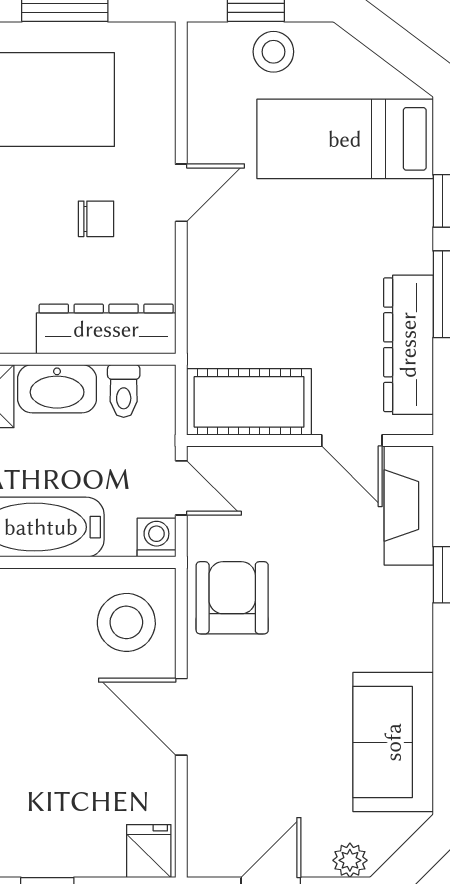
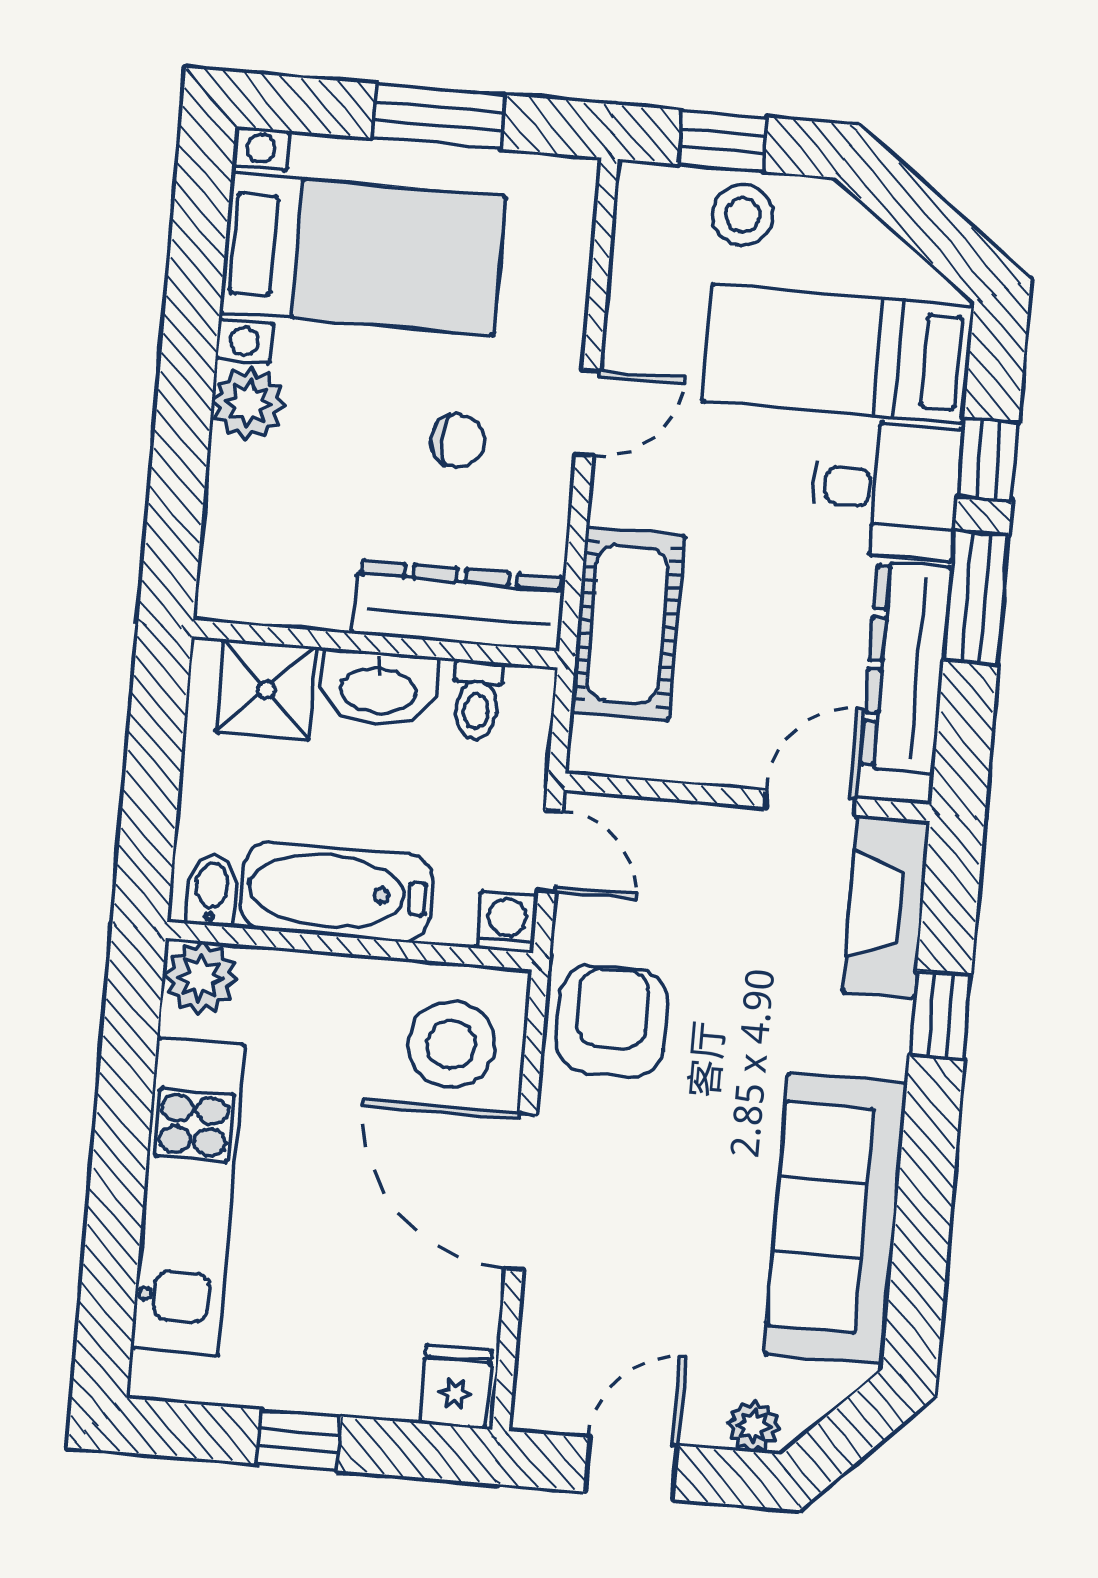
desk: (385, 227) -> (886, 489), added
cot: (249, 402) -> (627, 624), moved, turned 90
door: (352, 440) -> (810, 803), swing flipped
door: (181, 717) -> (521, 1192), width x1.36
sofa: (393, 742) -> (836, 1219), width x1.36

